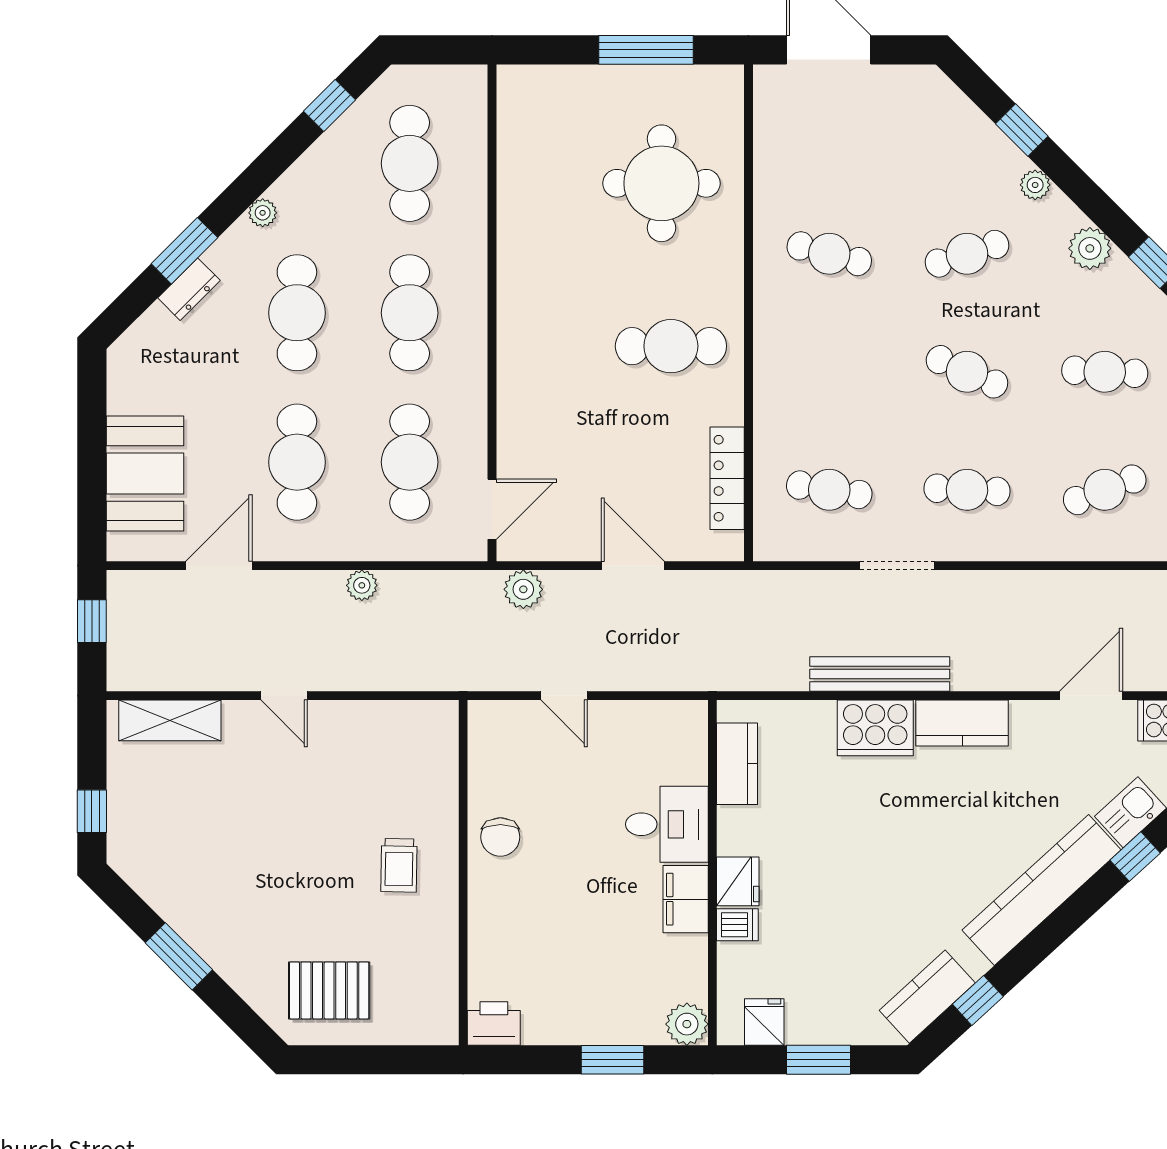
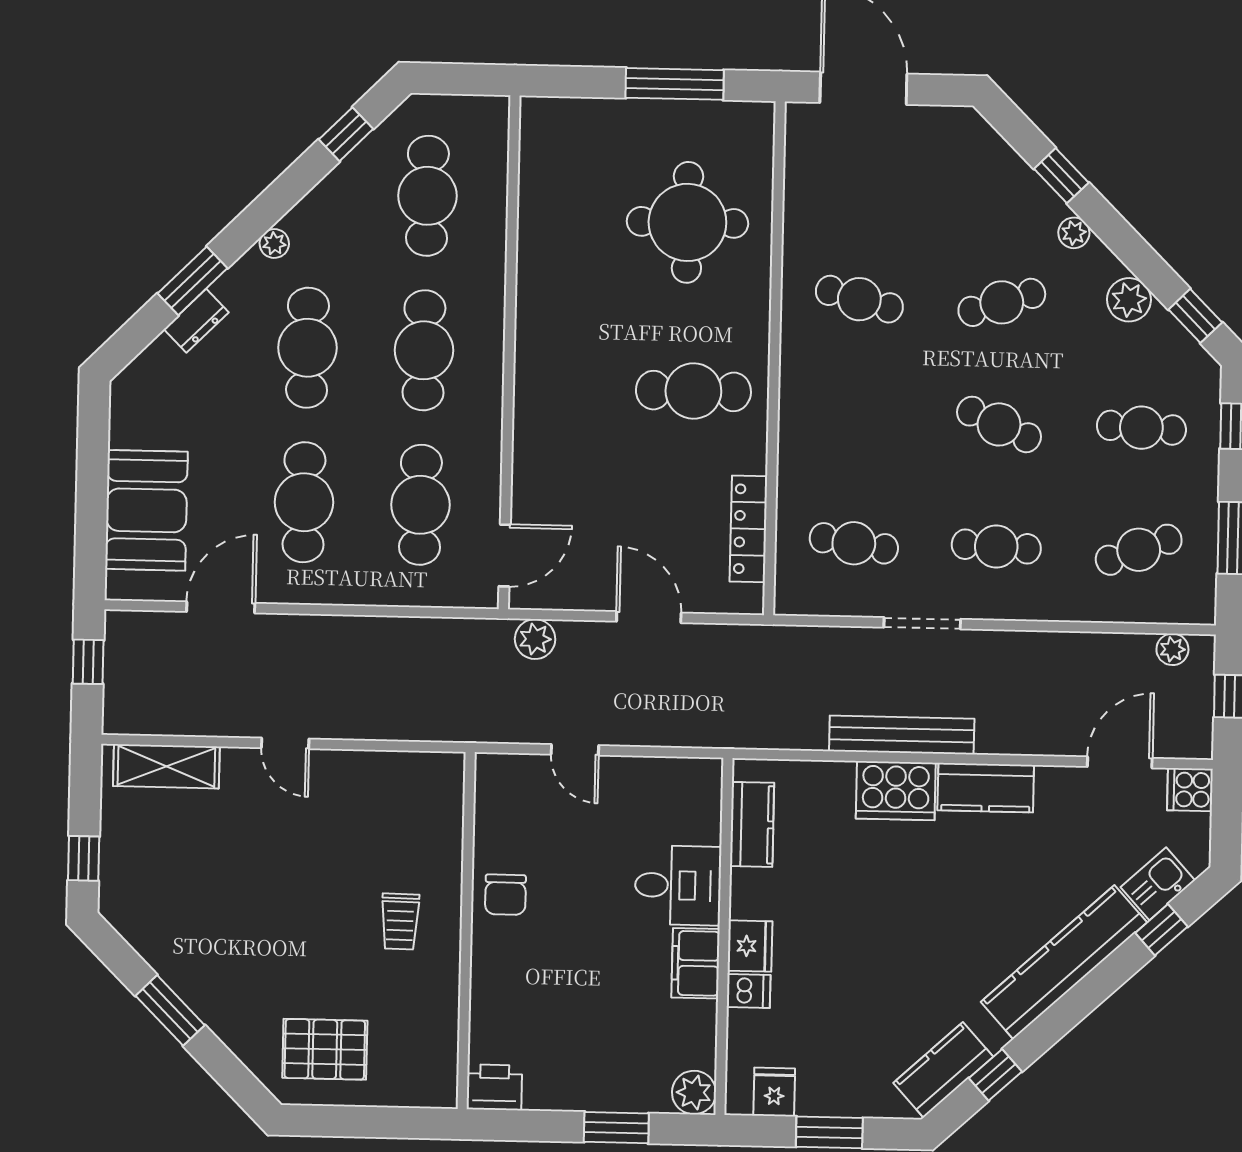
plant: (362, 585) -> (1172, 649), moved

